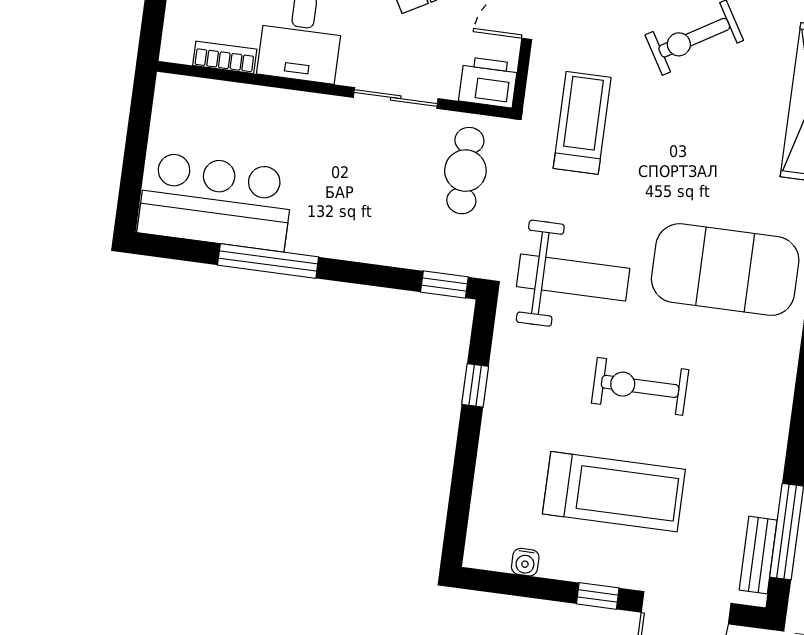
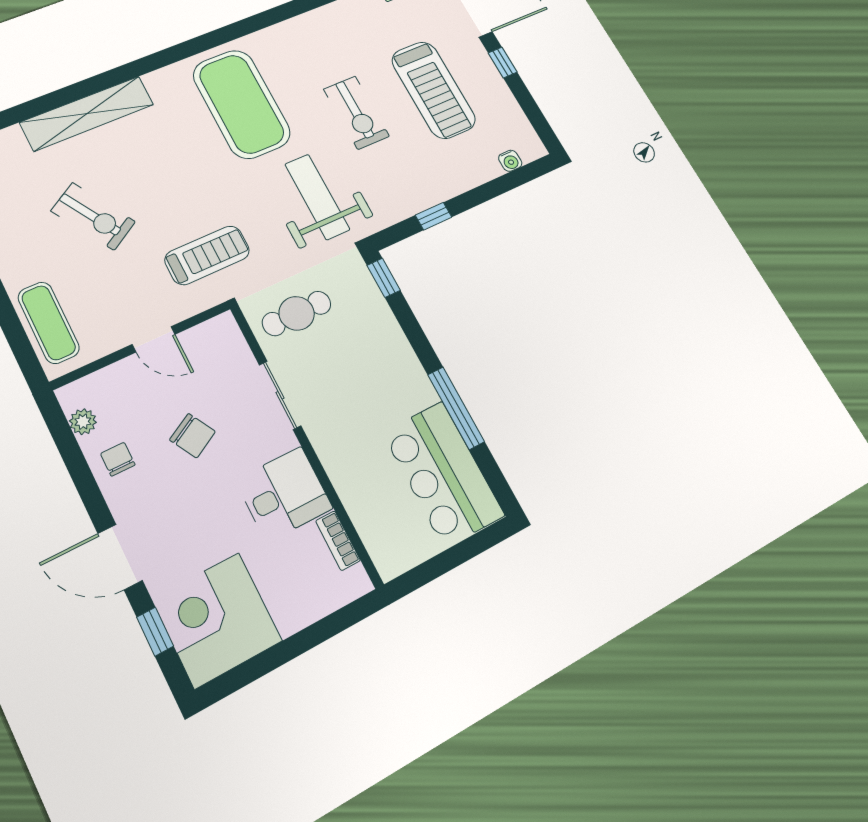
printer: (488, 82) -> (223, 337), removed
treadmill: (582, 123) -> (207, 255), turned 180
treadmill: (614, 492) -> (434, 90), turned 180
water cooler: (525, 562) -> (510, 161), moved, turned 90

